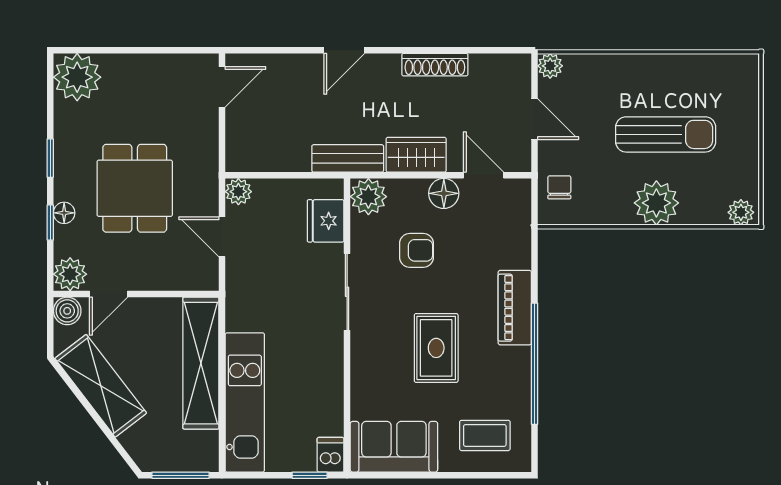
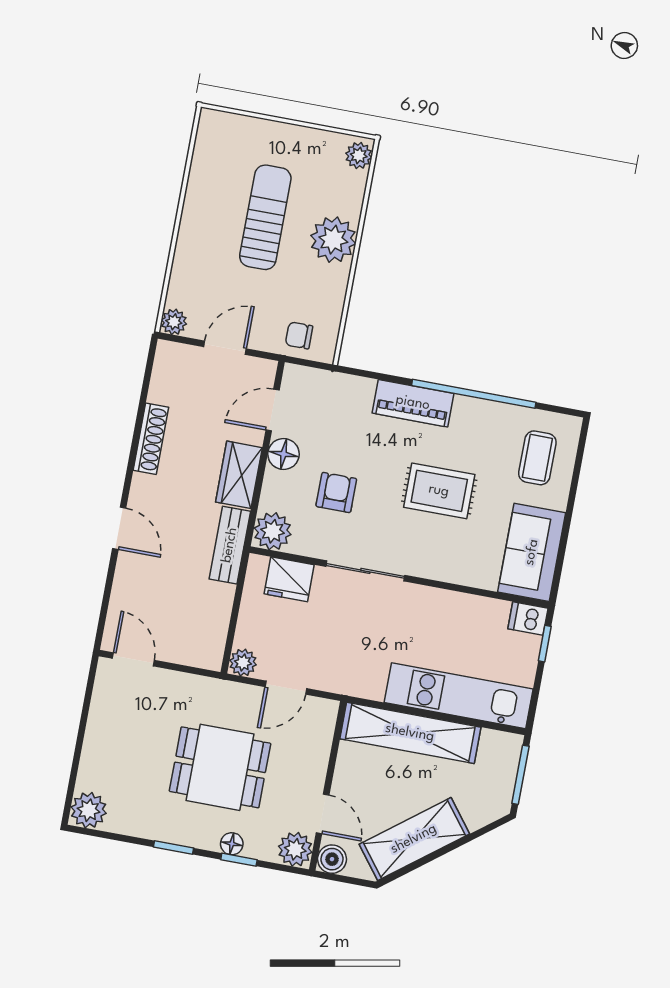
plant: (77, 77) -> (89, 810), width x0.73, depth x0.73

